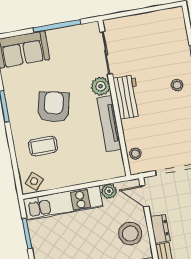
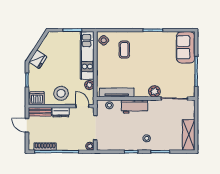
shelving: (160, 20) -> (189, 135), added
workbench: (127, 97) -> (134, 107), moved
armchair: (54, 107) -> (147, 60), removed
tv unit: (109, 124) -> (117, 93), moved
door: (144, 196) -> (82, 106), hinge flipped

